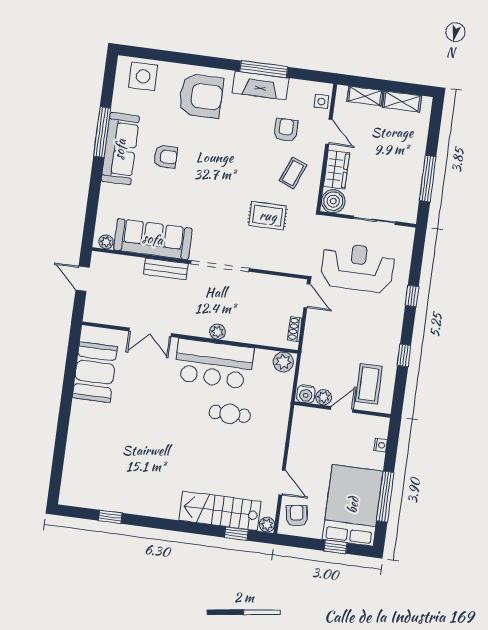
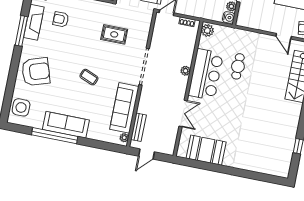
fireplace: (261, 85) -> (34, 22), moved
armchair: (201, 96) -> (36, 72), turned 72
window: (102, 132) -> (55, 136), width x1.46
armchair: (166, 157) -> (73, 96), removed
coffee table: (293, 173) -> (89, 77), moved
rug: (268, 216) -> (114, 34), turned 90
bench: (166, 269) -> (138, 127), moved
door: (282, 483) -> (284, 36), swing flipped

